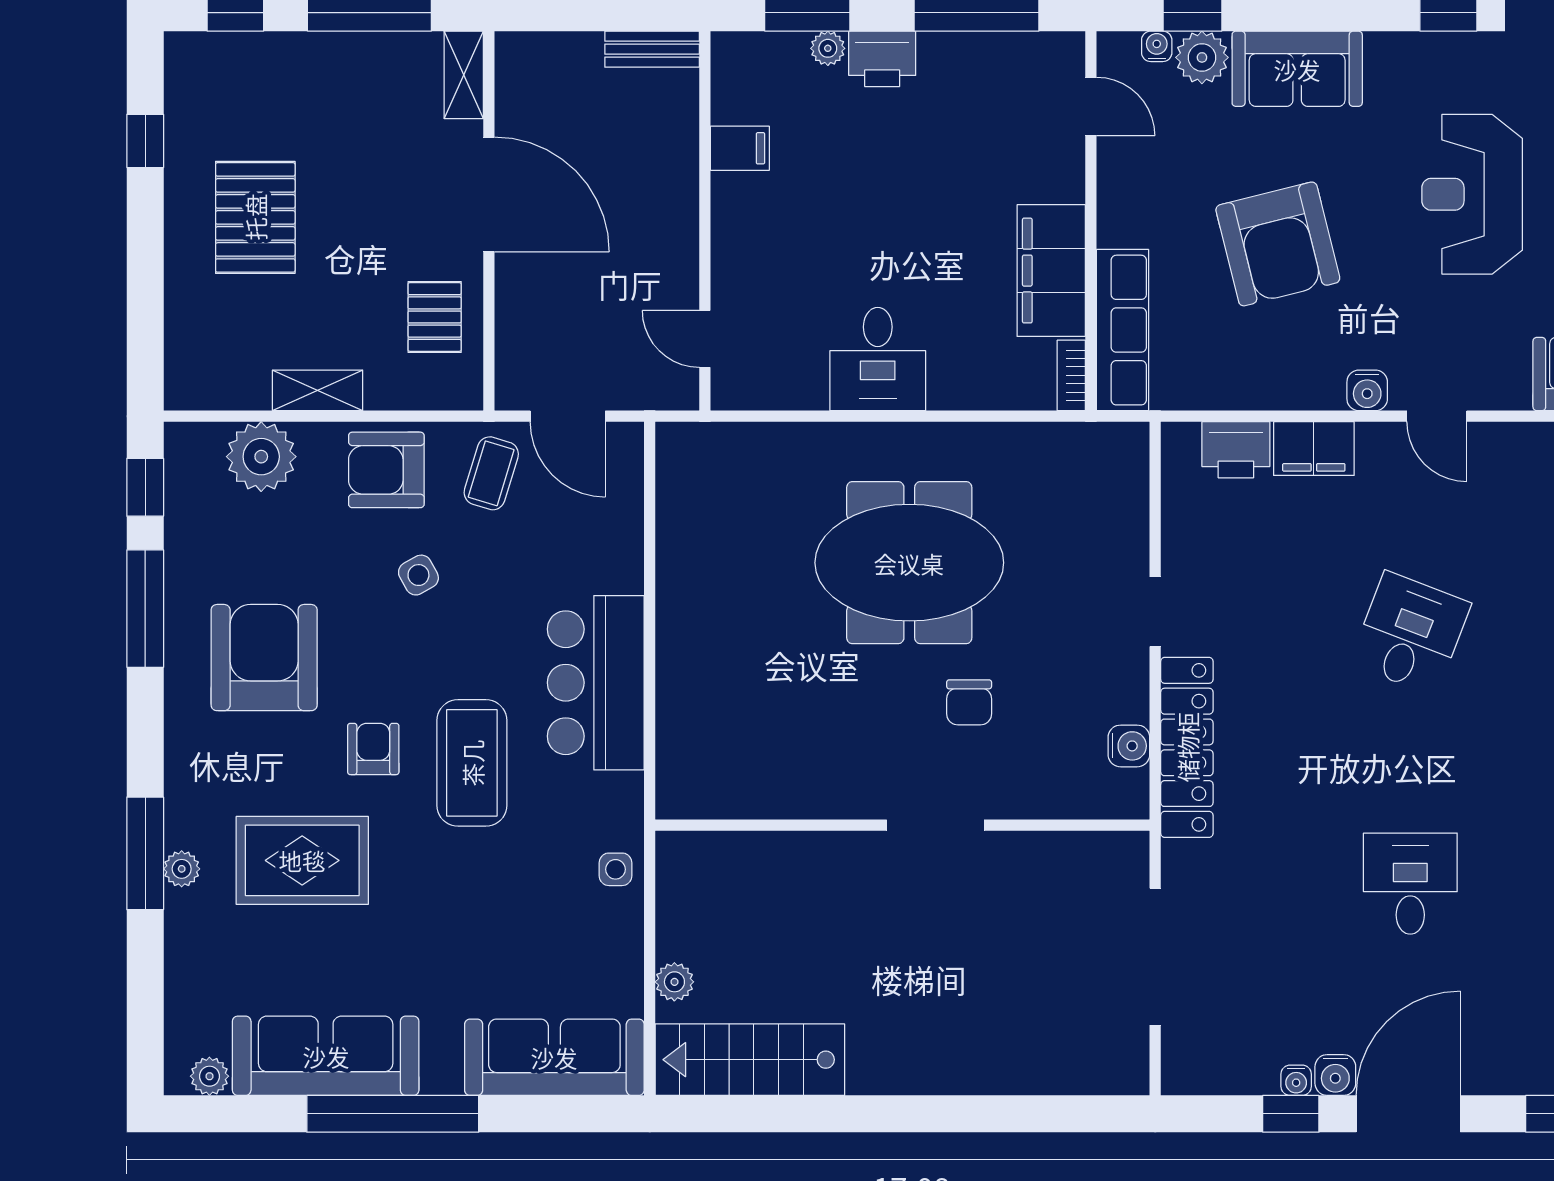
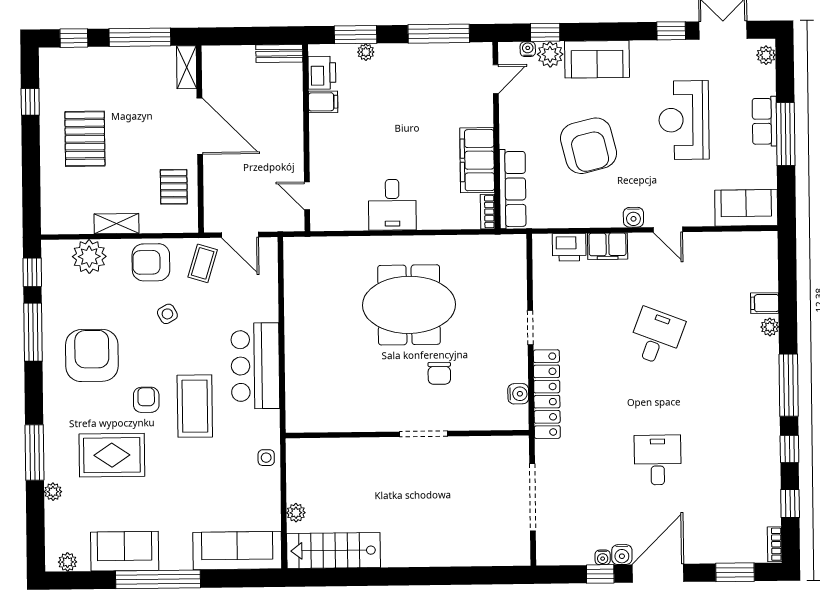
printer: (882, 59) -> (322, 73), moved, turned -90
door: (1091, 106) -> (496, 79), hinge flipped
plant: (182, 869) -> (53, 492), moved
sofa: (326, 1056) -> (125, 551), width x0.73

